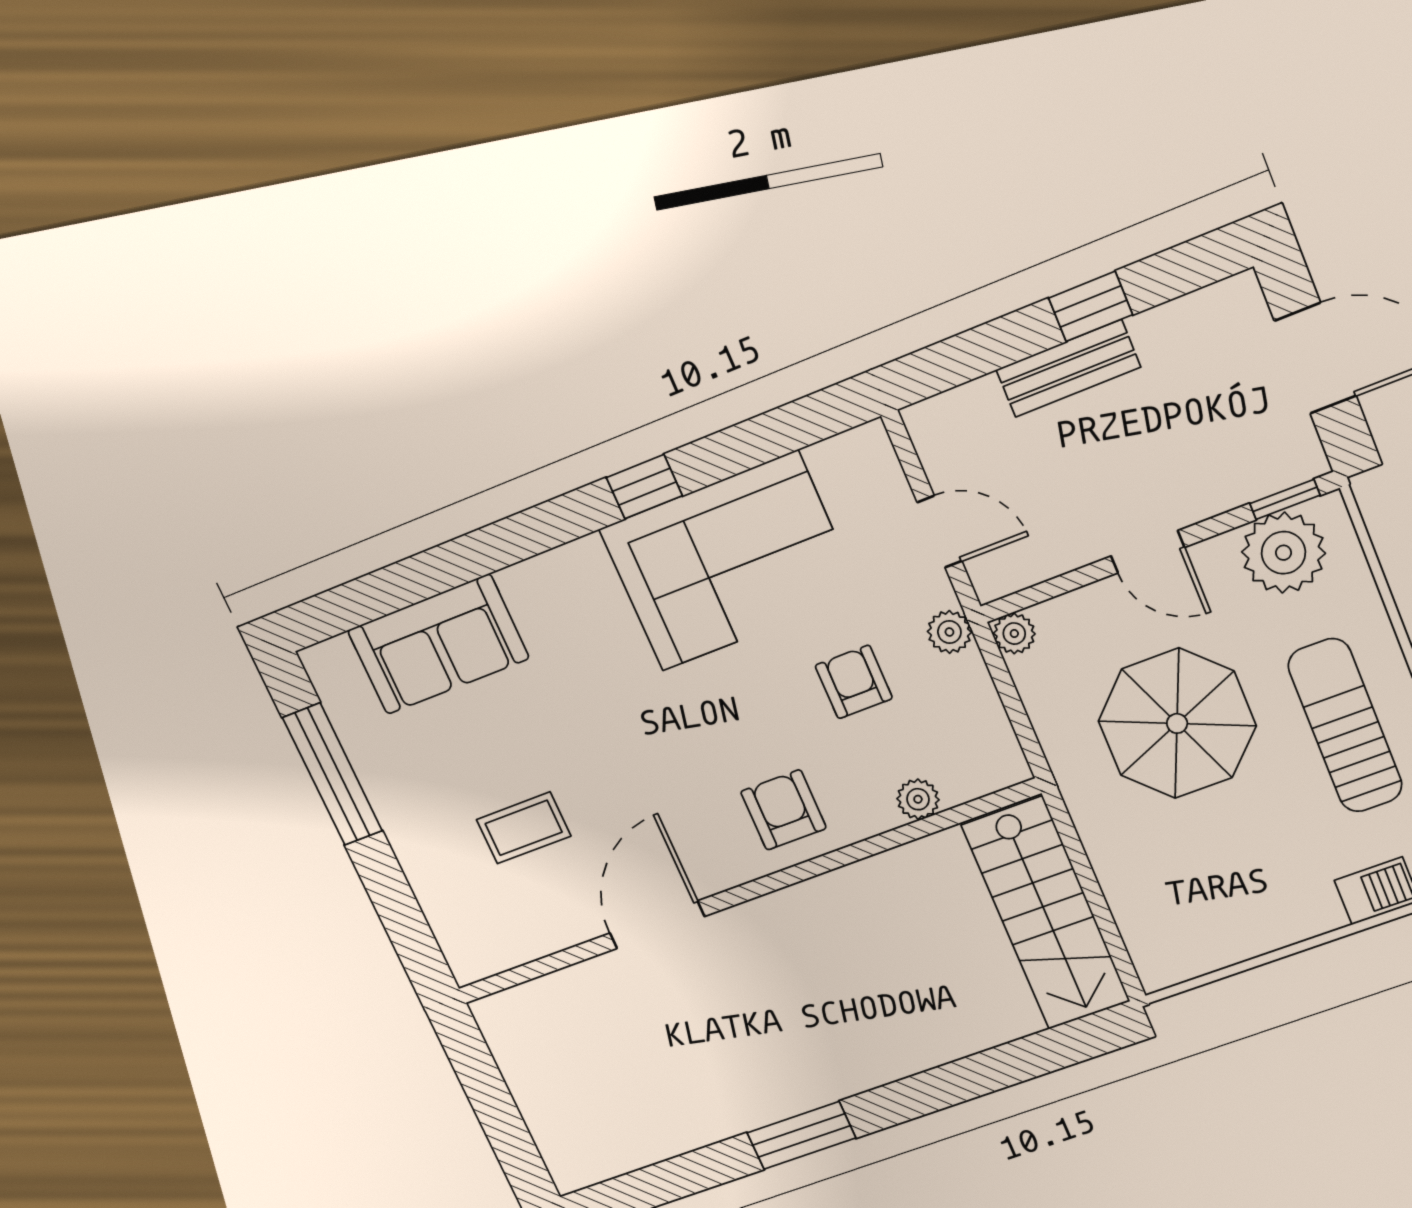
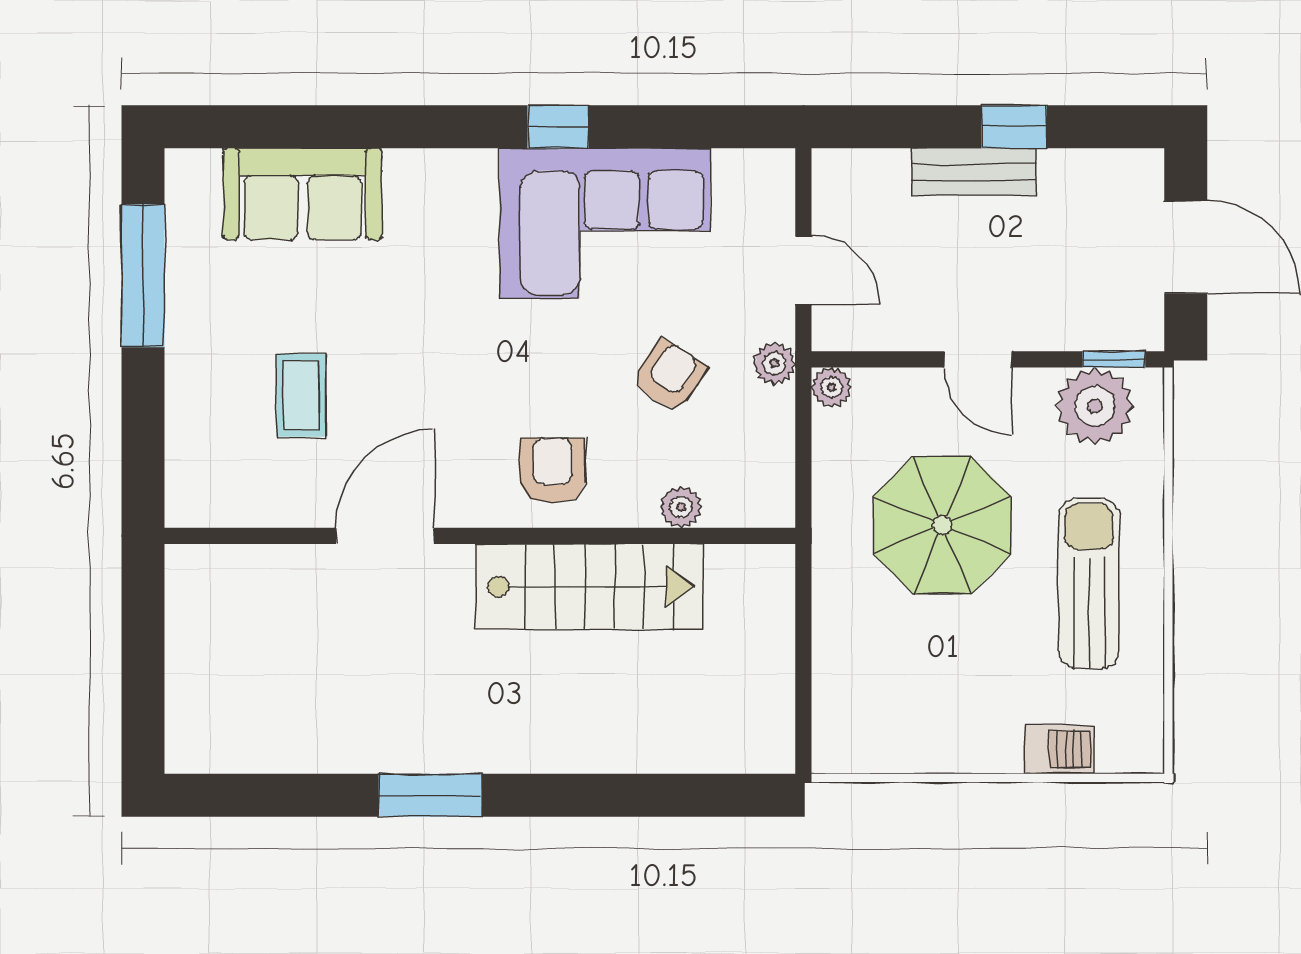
armchair: (854, 682) -> (669, 376), turned 33
coffee table: (524, 828) -> (301, 395), turned 90
stairs: (1046, 914) -> (589, 587), moved, turned -90

